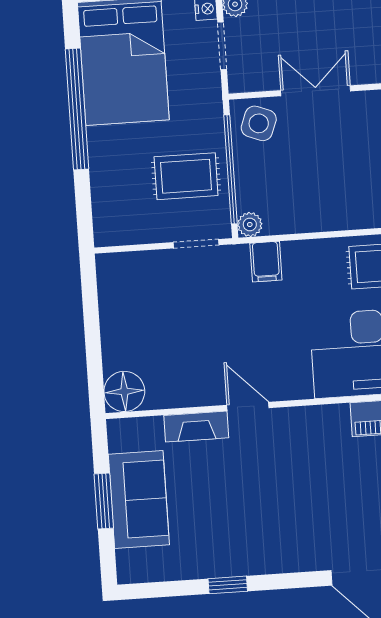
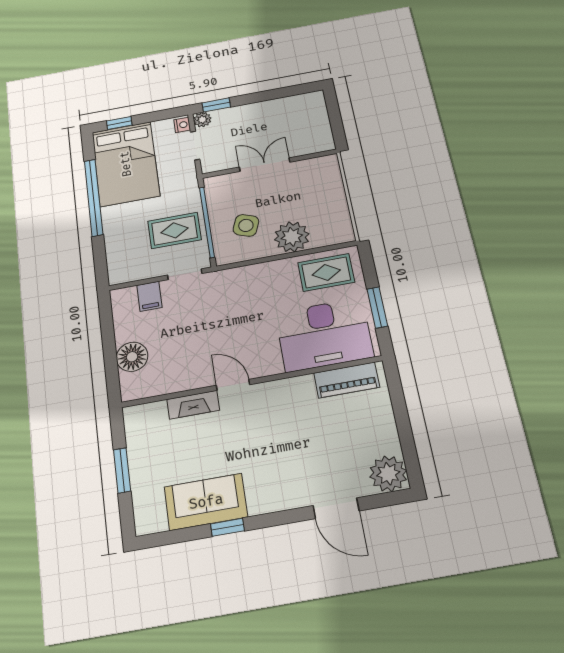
side table: (259, 123) -> (246, 225), moved
plant: (250, 224) -> (292, 237), moved, width x1.87, depth x1.87
filing cabinet: (266, 262) -> (149, 296), moved
floor lamp: (124, 391) -> (132, 357), moved
sofa: (139, 499) -> (206, 502), moved, turned -90

